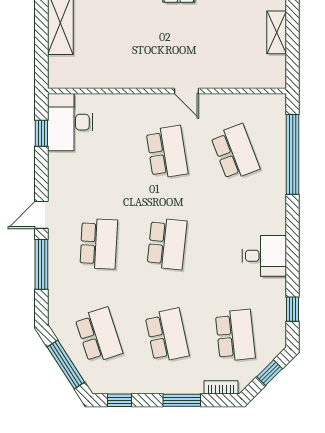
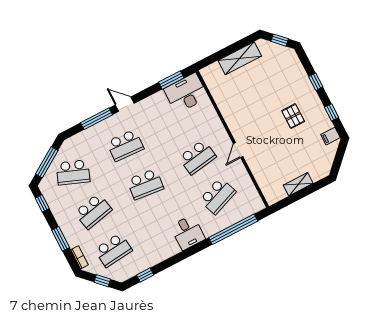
window: (41, 133) -> (171, 80), width x1.50
desk: (264, 256) -> (188, 232), moved
school desk: (99, 335) -> (73, 172), turned 39

